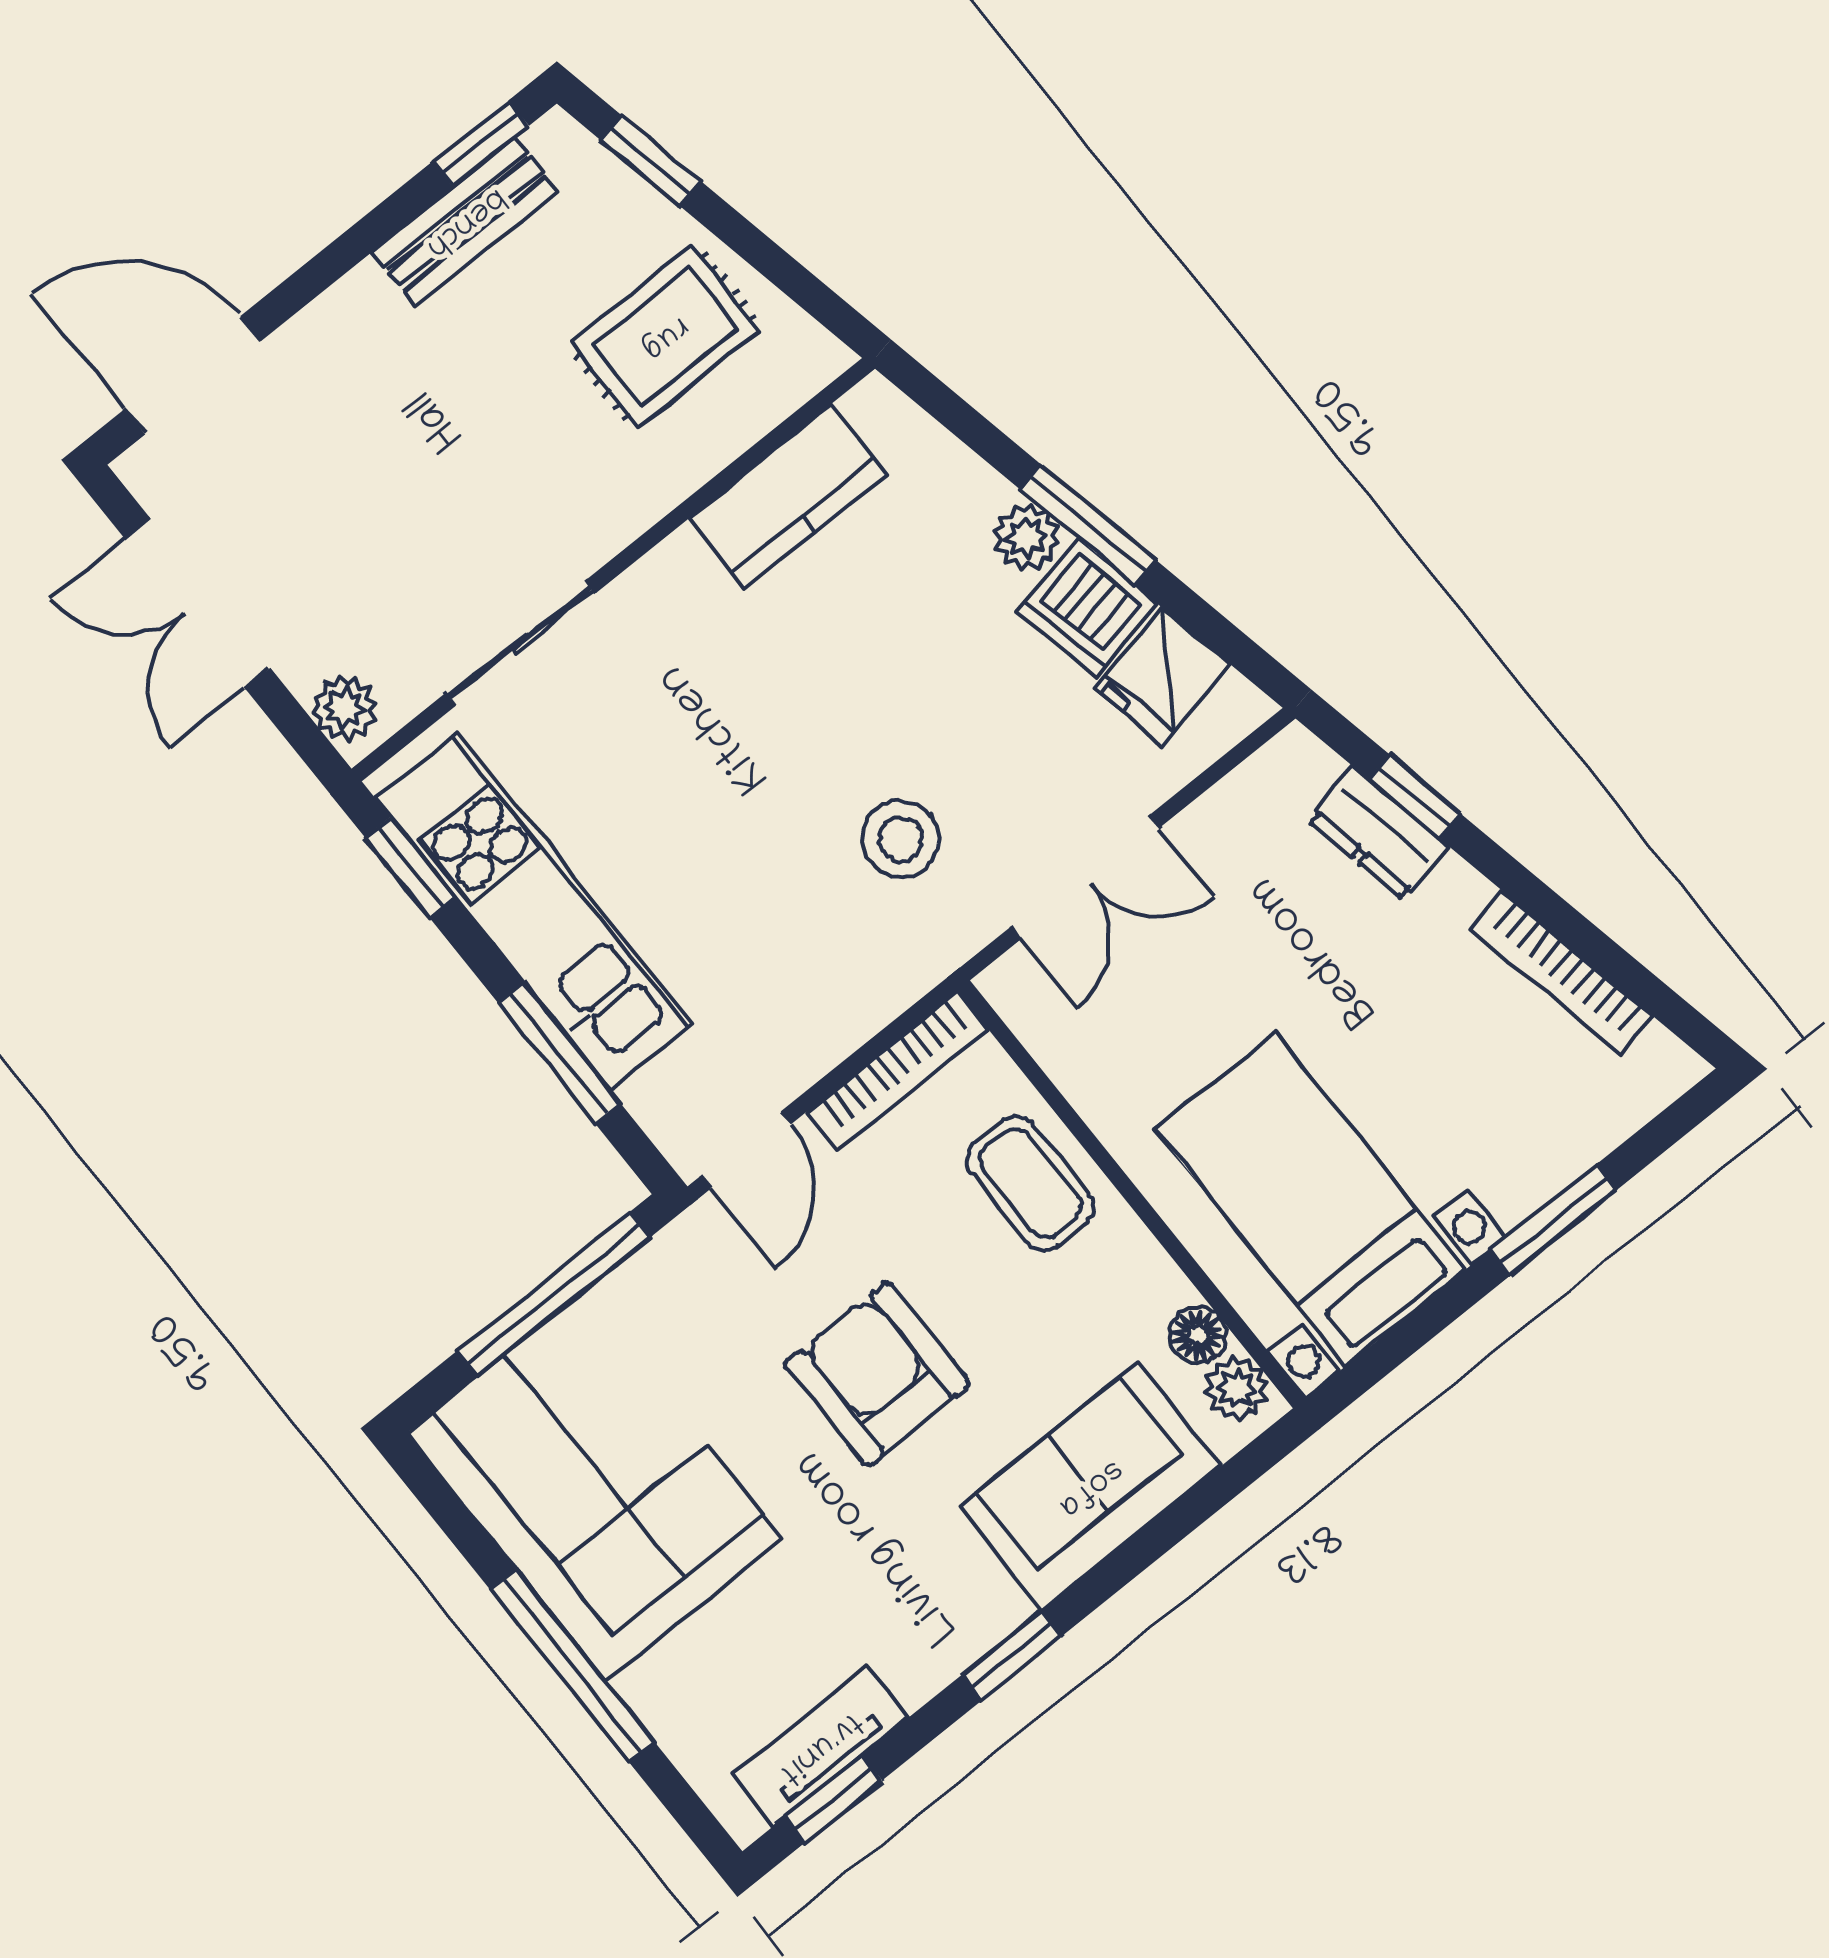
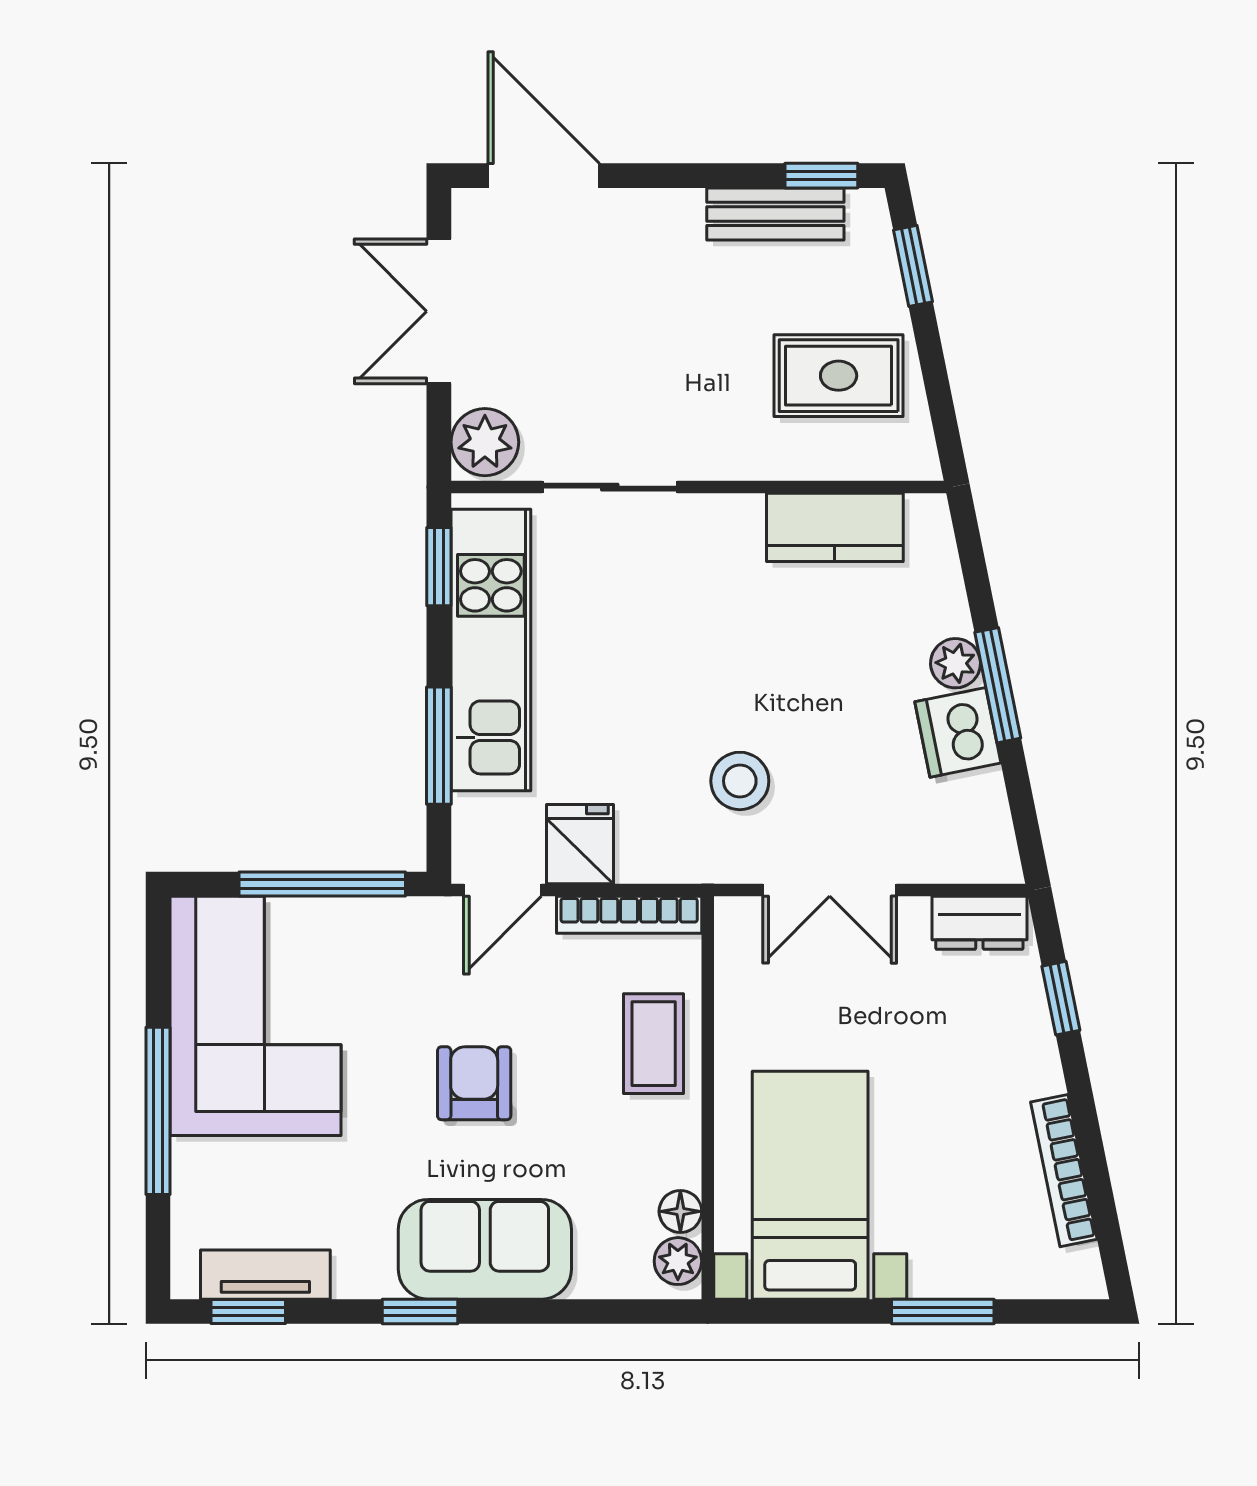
fridge: (1162, 676) -> (580, 844), moved, turned 101
plant: (345, 708) -> (485, 442), width x1.38, depth x1.38
dresser: (1378, 833) -> (979, 923), moved, turned -79
armchair: (877, 1374) -> (474, 1083), width x0.72, depth x0.72
sofa: (1090, 1487) -> (485, 1249), moved

